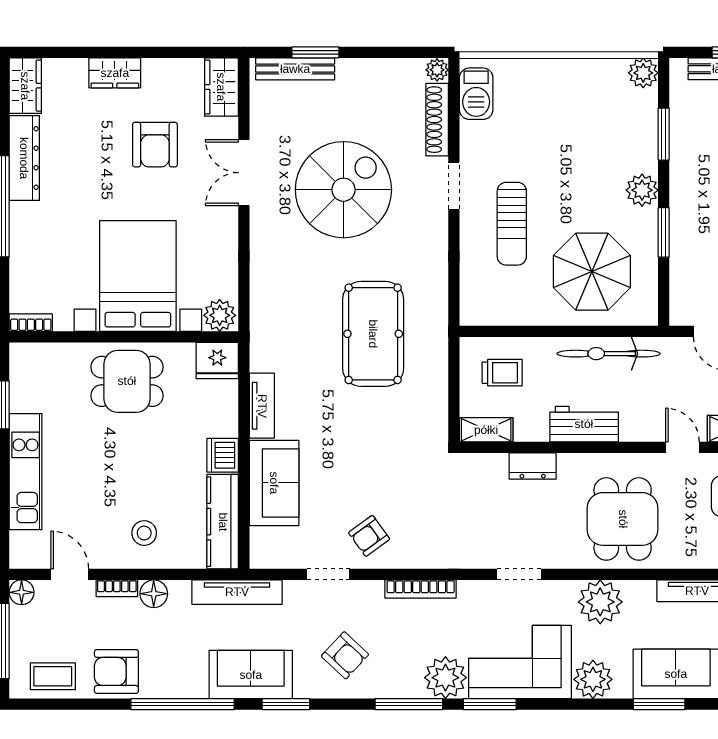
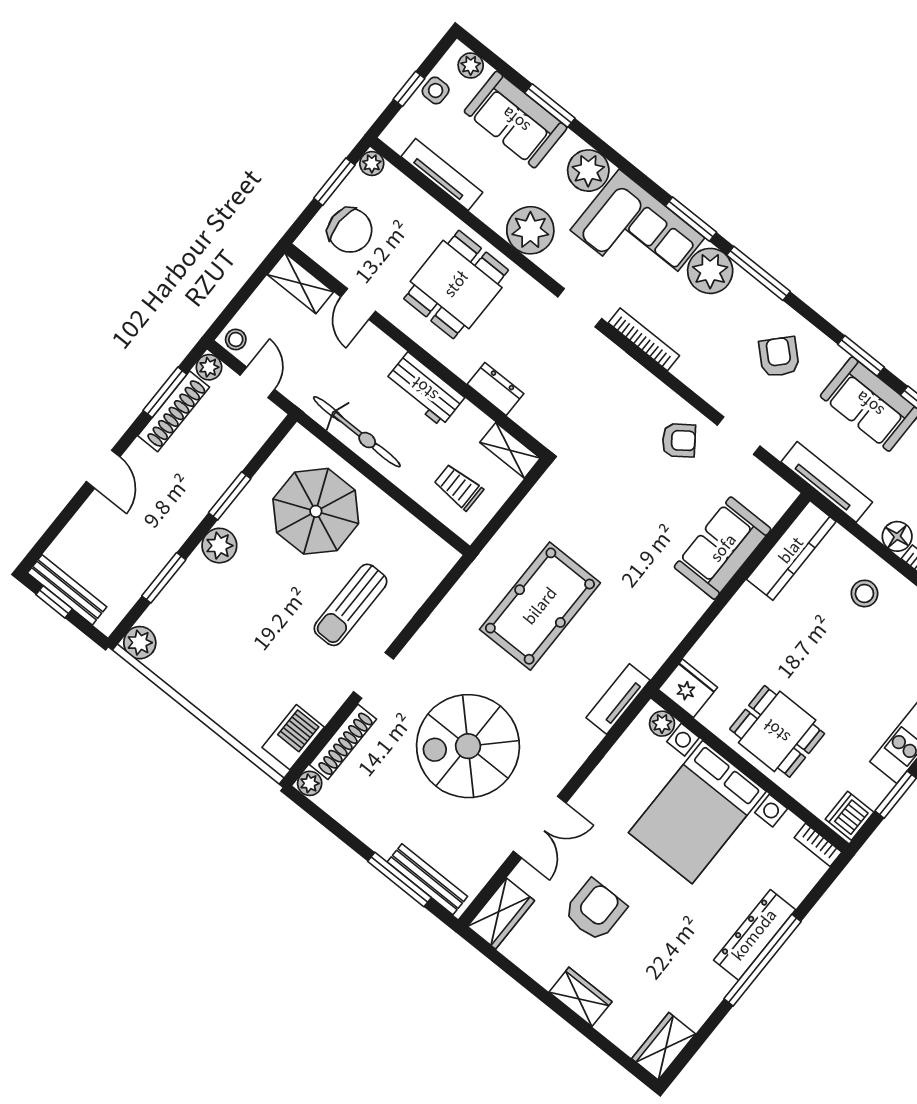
window: (315, 52) -> (399, 879), width x1.44
dresser: (24, 158) -> (754, 935), moved
sun lounger: (512, 224) -> (350, 605), turned 180
plant: (220, 315) -> (662, 724), width x0.73, depth x0.73
tv unit: (262, 406) -> (618, 699), moved
dishwasher: (223, 455) -> (849, 816), moved, turned 180
bookcase: (421, 589) -> (644, 339), moved

